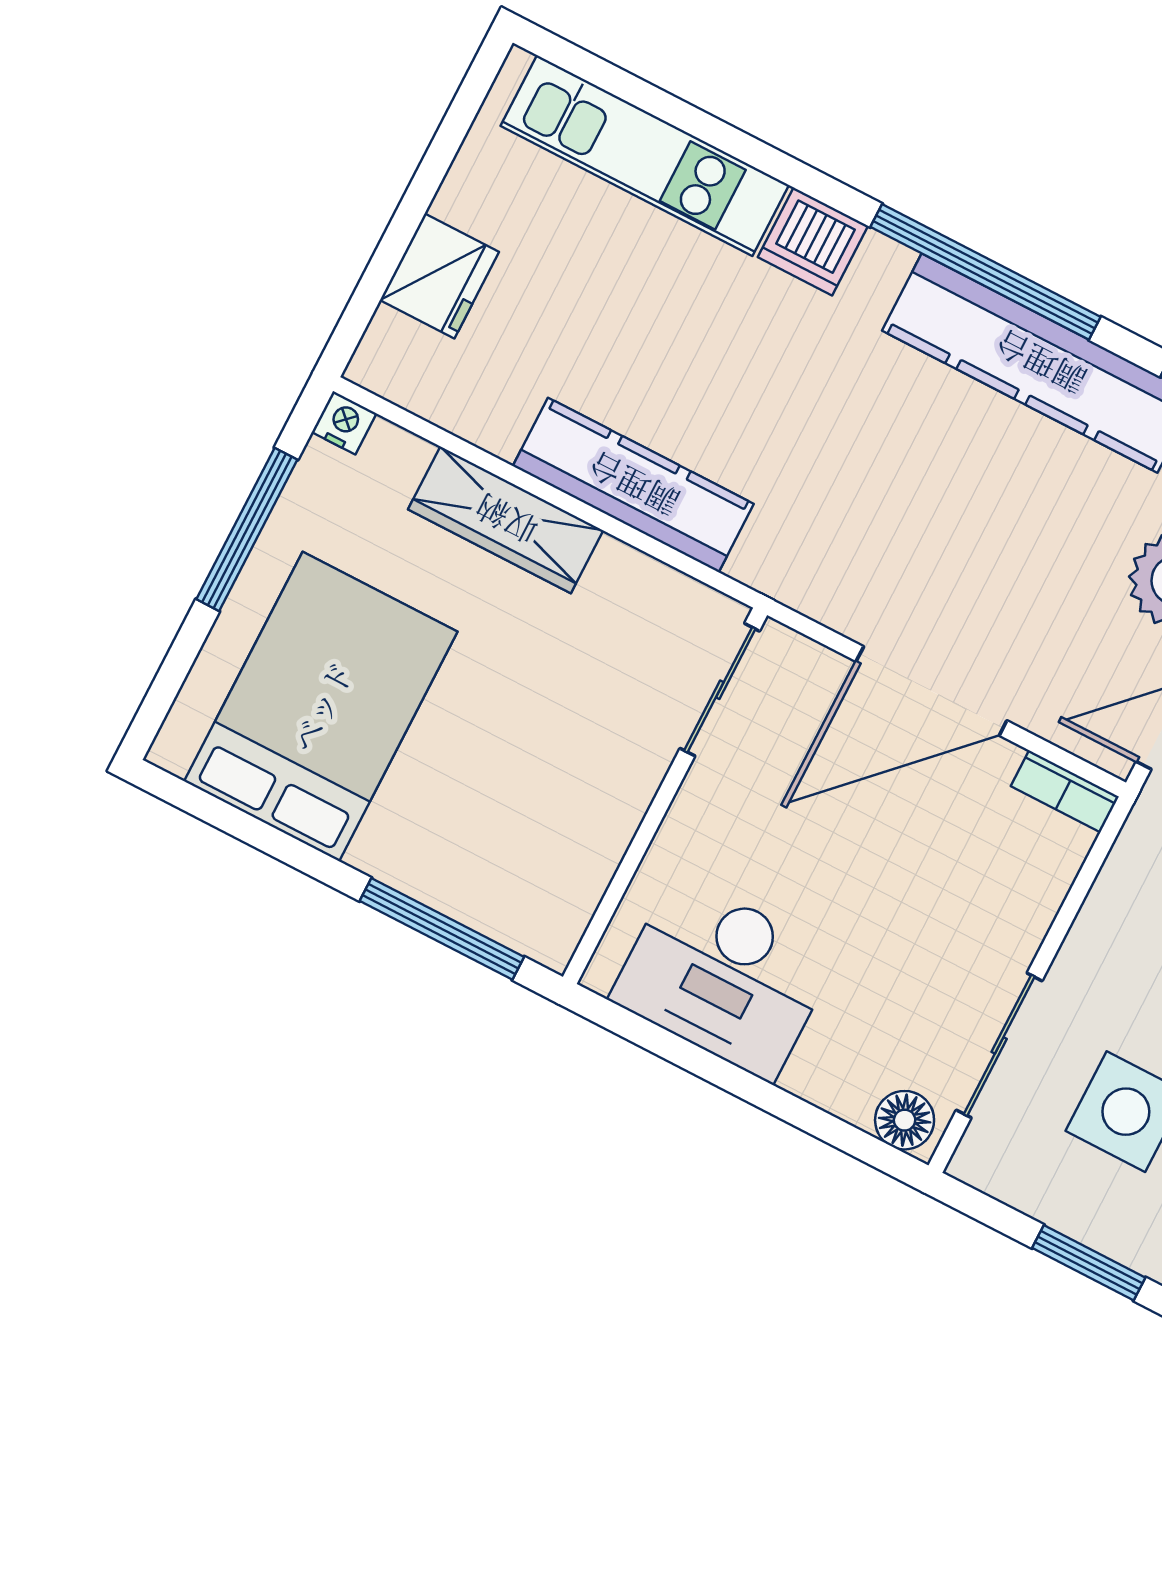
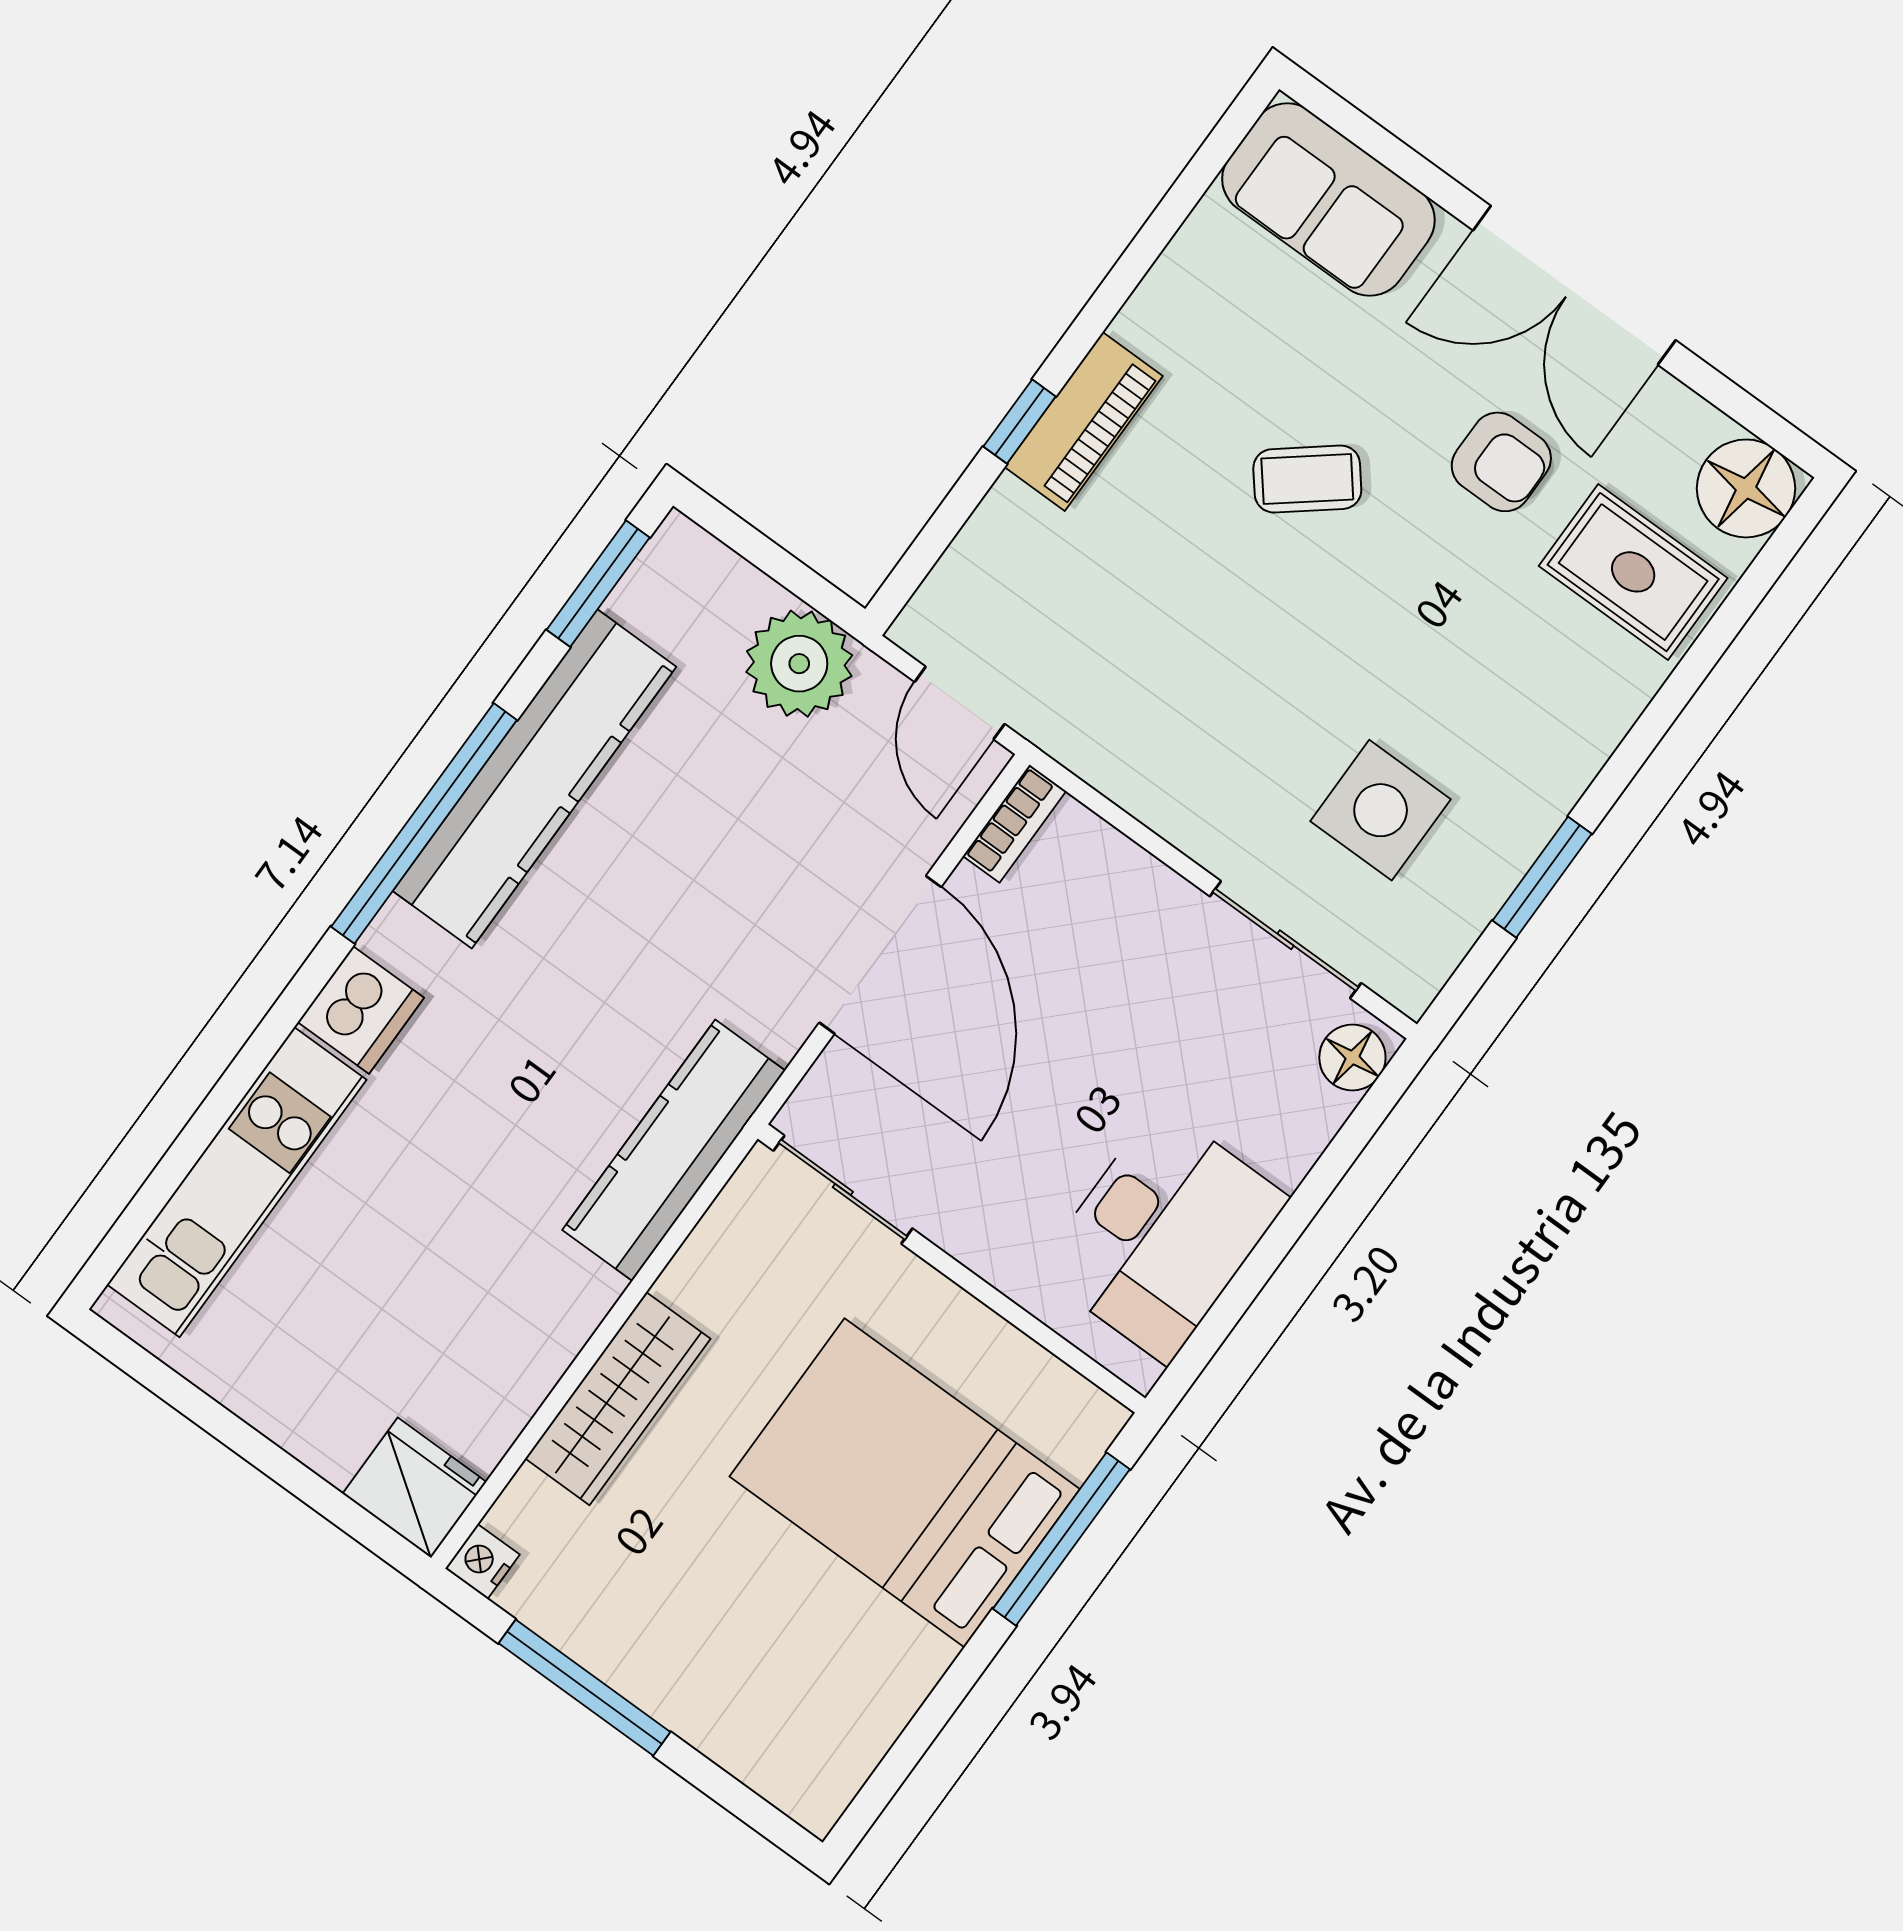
fridge: (439, 276) -> (415, 1488), moved
kitchen counter: (633, 485) -> (674, 1150), moved
bed: (321, 706) -> (905, 1483), moved

